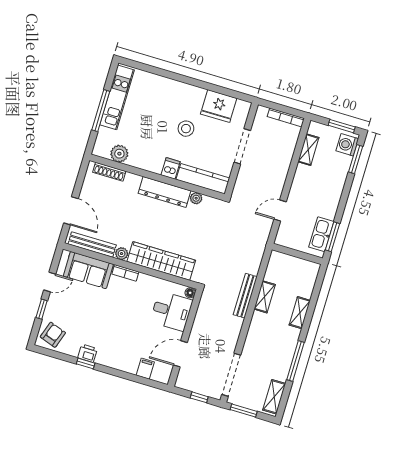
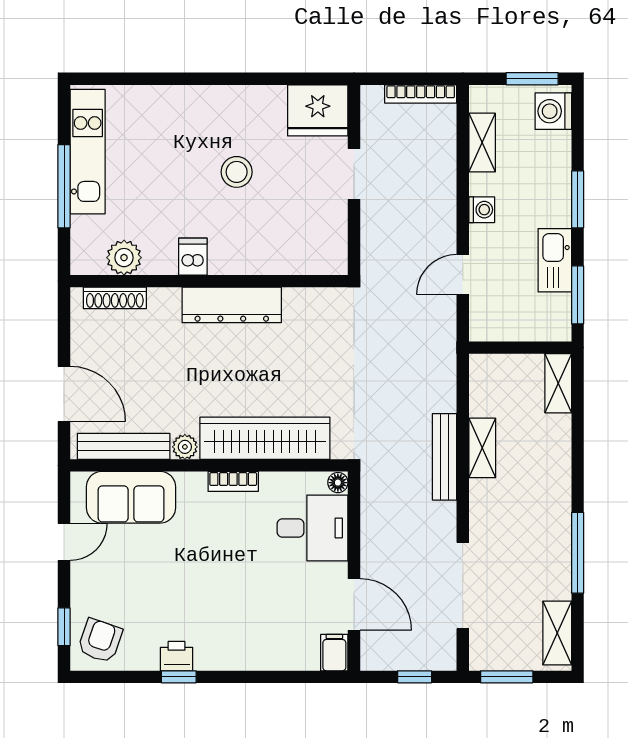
fridge: (219, 106) -> (318, 110), moved
doorway: (242, 146) -> (354, 174), width x0.73
window: (356, 159) -> (578, 199), moved
dishwasher: (171, 168) -> (193, 257), moved
kitchen counter: (203, 179) -> (297, 258), removed
washing machine: (299, 182) -> (482, 210), added
plant: (196, 198) -> (296, 299), removed
kitchen sink: (321, 234) -> (555, 260), moved
bookcase: (125, 273) -> (233, 481), moved
window: (42, 309) -> (64, 627), moved
shelving: (300, 313) -> (558, 383), moved
door: (180, 354) -> (354, 604), swing flipped
filing cabinet: (145, 369) -> (334, 653), moved
doorway: (231, 375) -> (463, 586), moved

